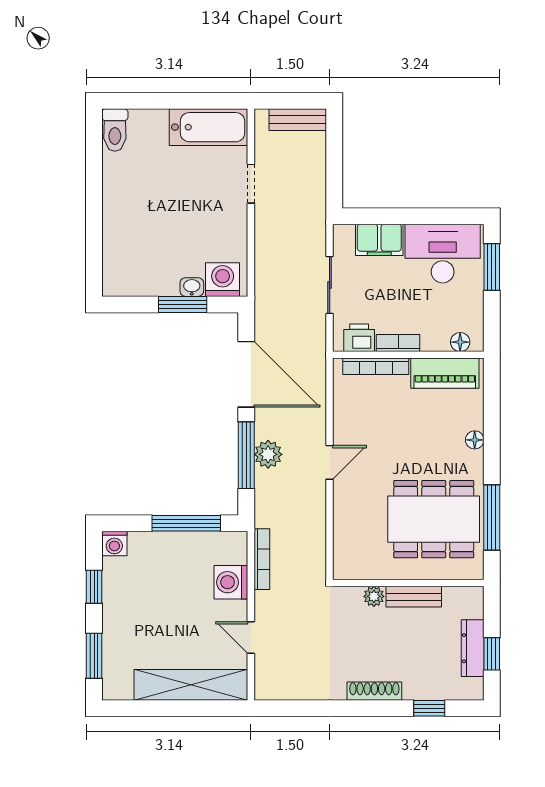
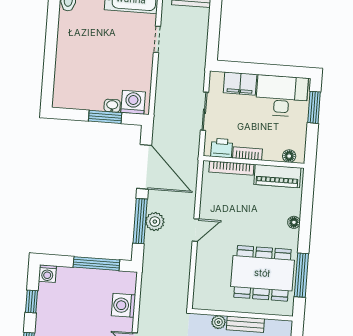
bookcase: (262, 559) -> (145, 291), removed

